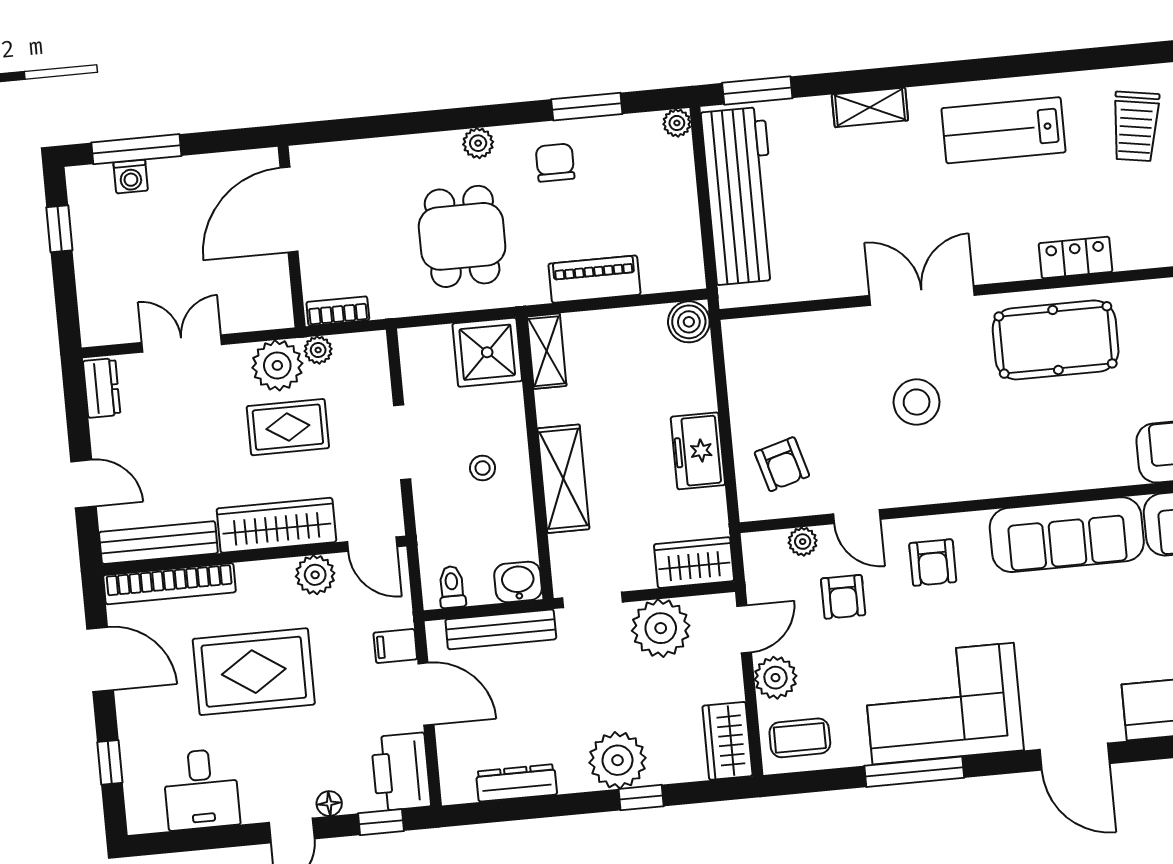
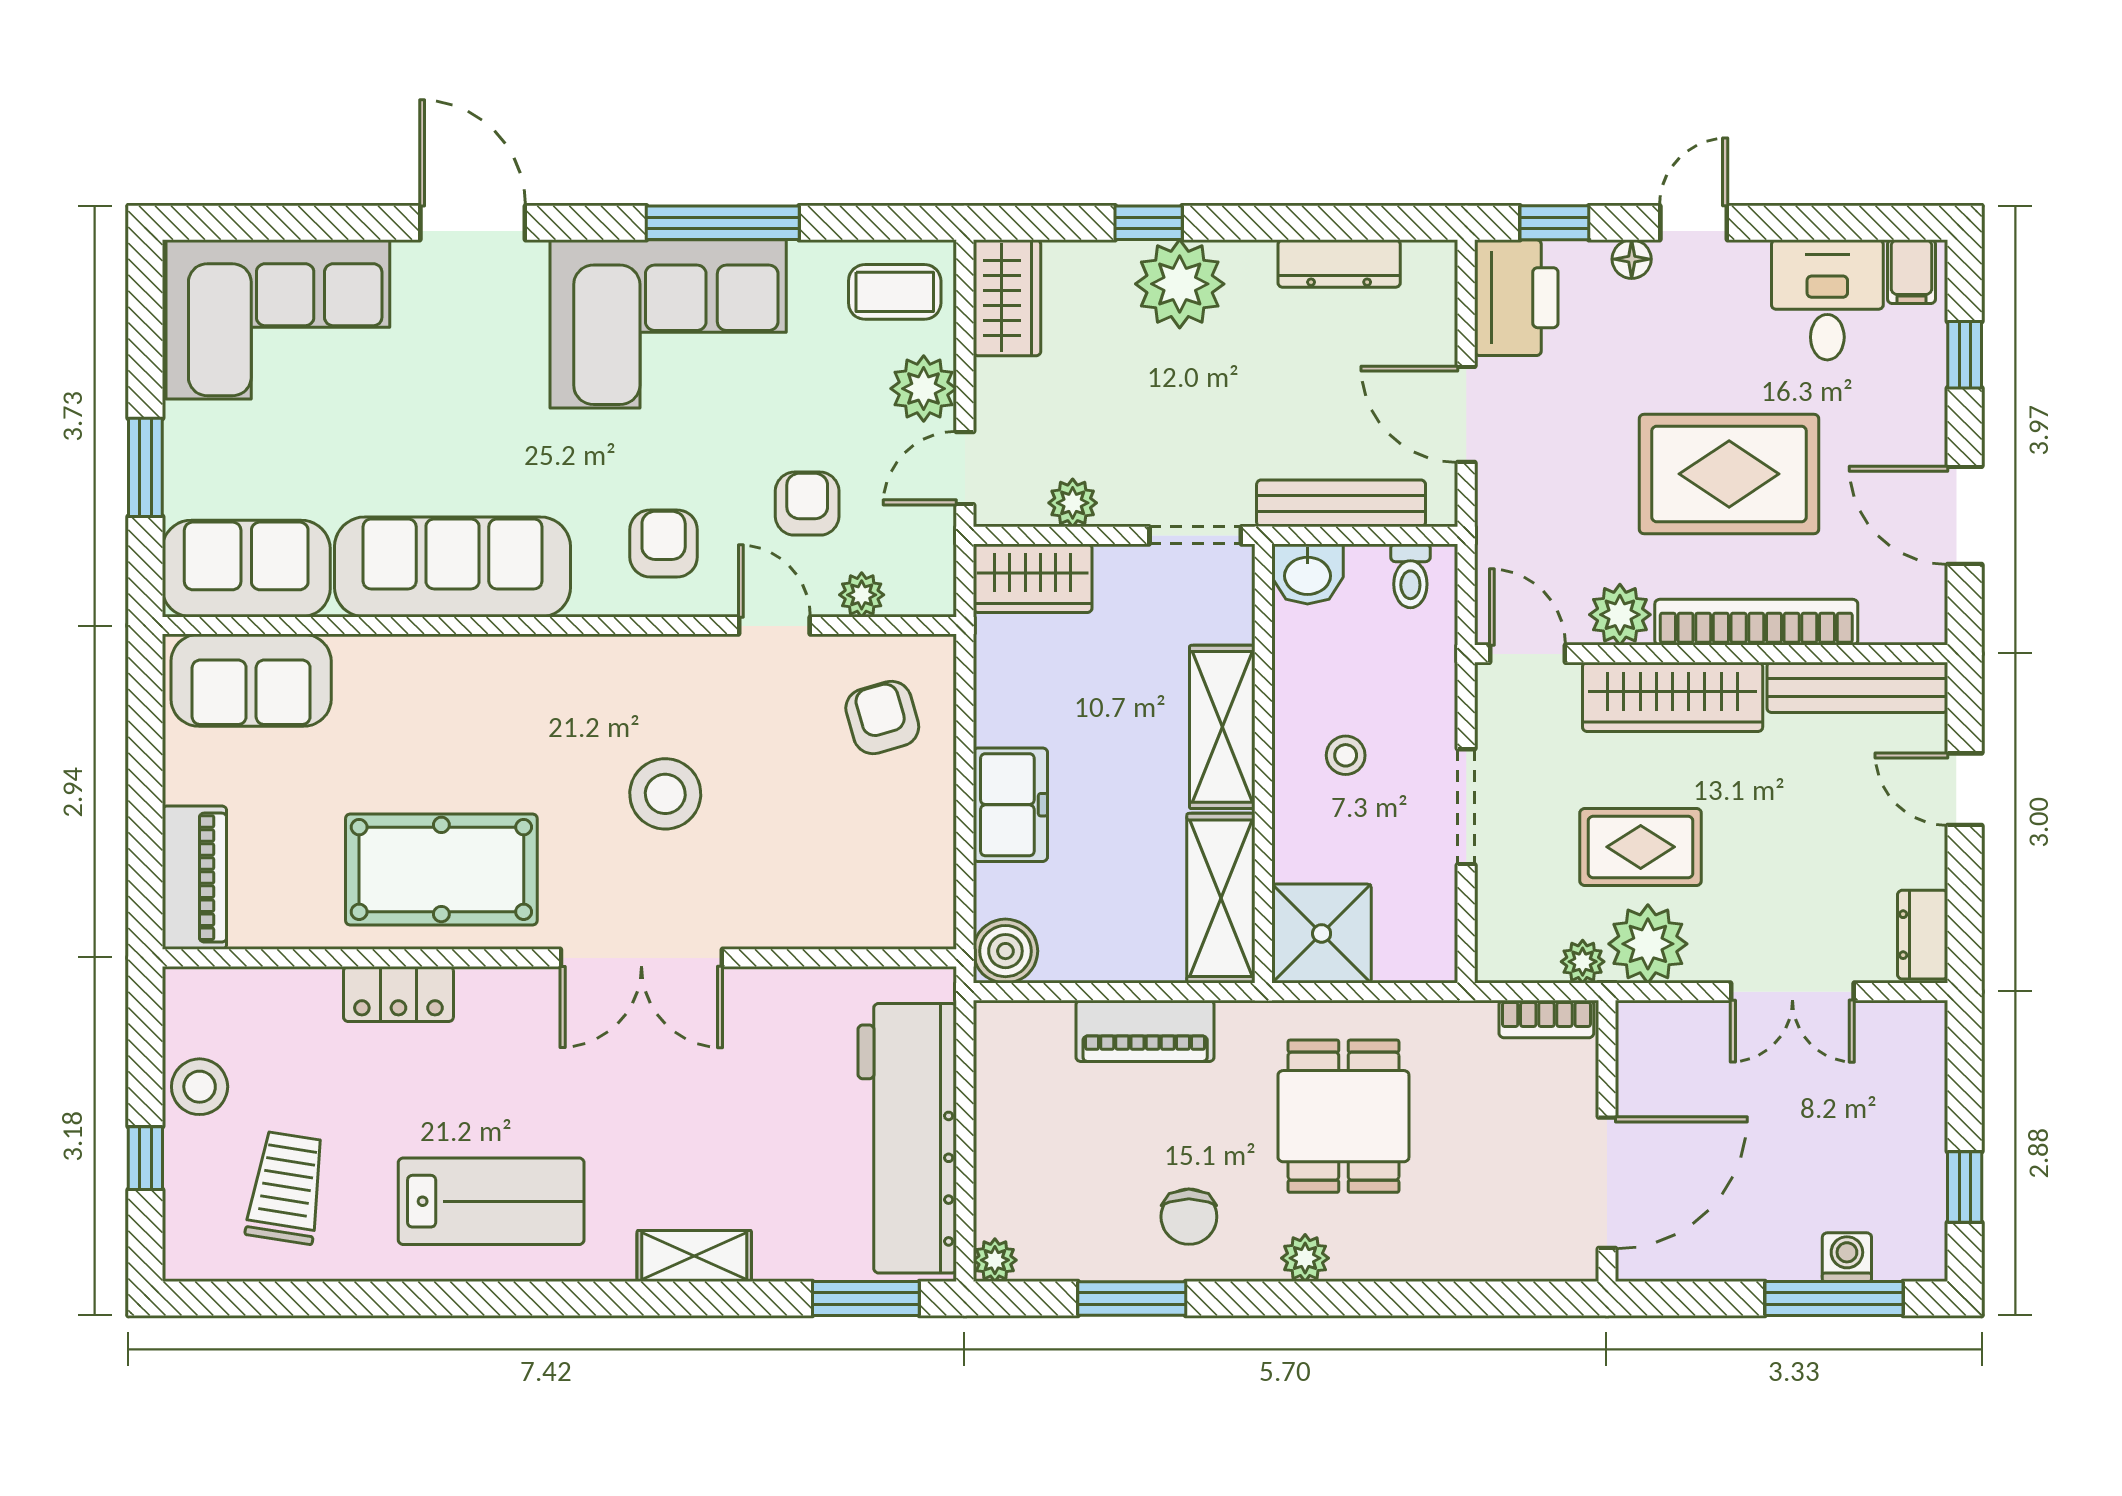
shelving: (547, 351) -> (1221, 898), width x1.50, depth x1.33
freezer: (698, 451) -> (1010, 805), moved
bookcase: (169, 584) -> (1756, 622), moved
plant: (661, 628) -> (1073, 503), width x0.53, depth x0.53
filing cabinet: (395, 646) -> (1912, 272), moved, turned 90

